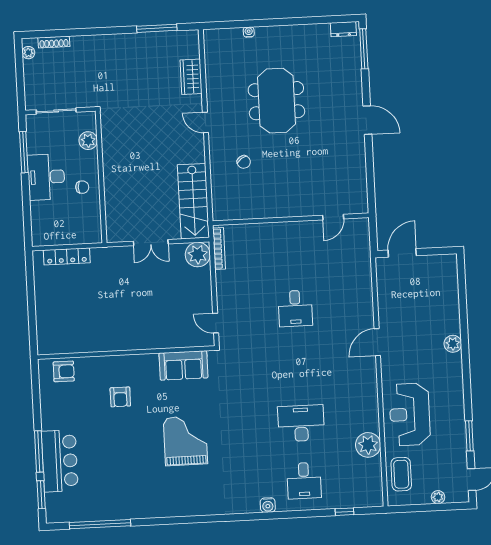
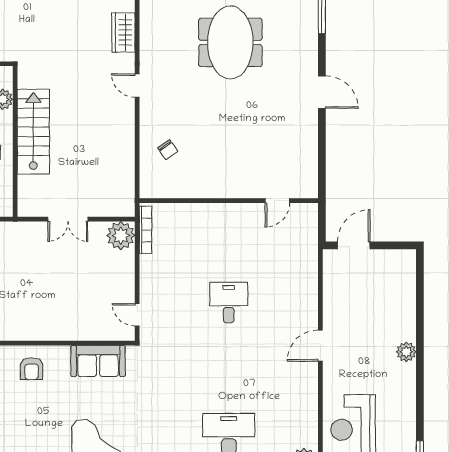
meeting table: (276, 101) -> (230, 42), moved
chair: (244, 162) -> (168, 150), moved
stairs: (193, 201) -> (33, 132), moved, turned 180
desk: (295, 308) -> (229, 303), turned 180
armchair: (120, 397) -> (32, 369), moved

